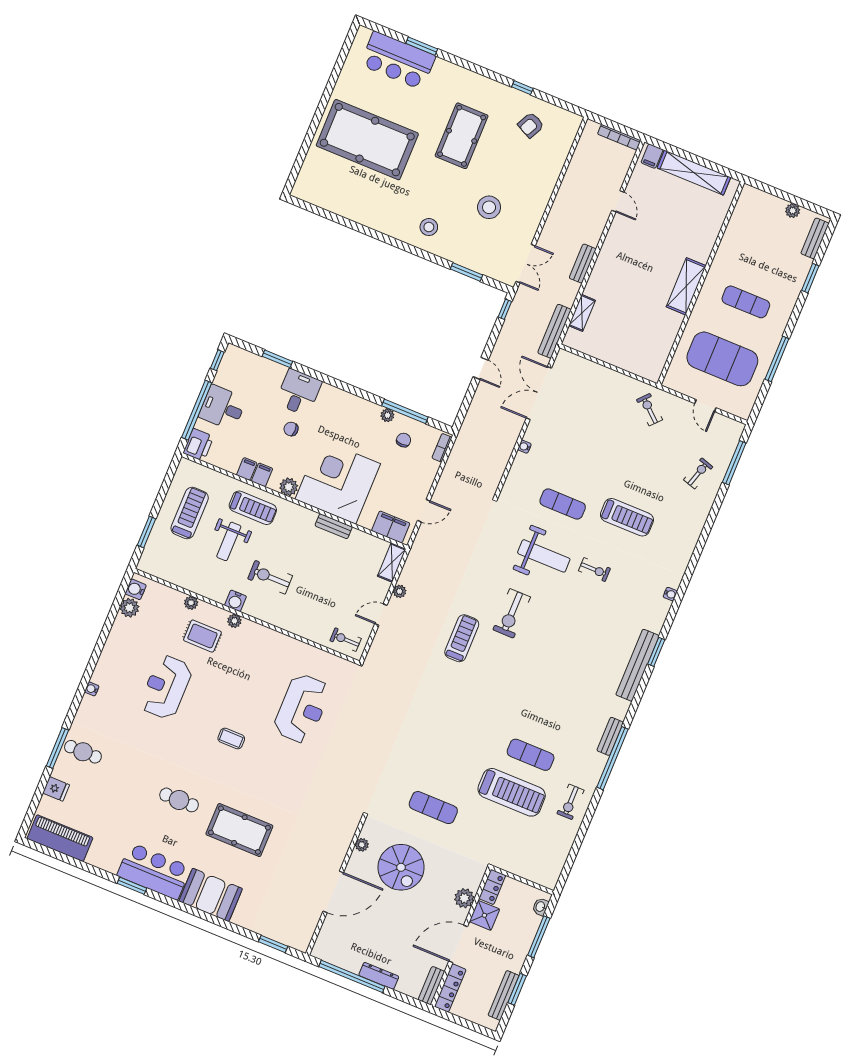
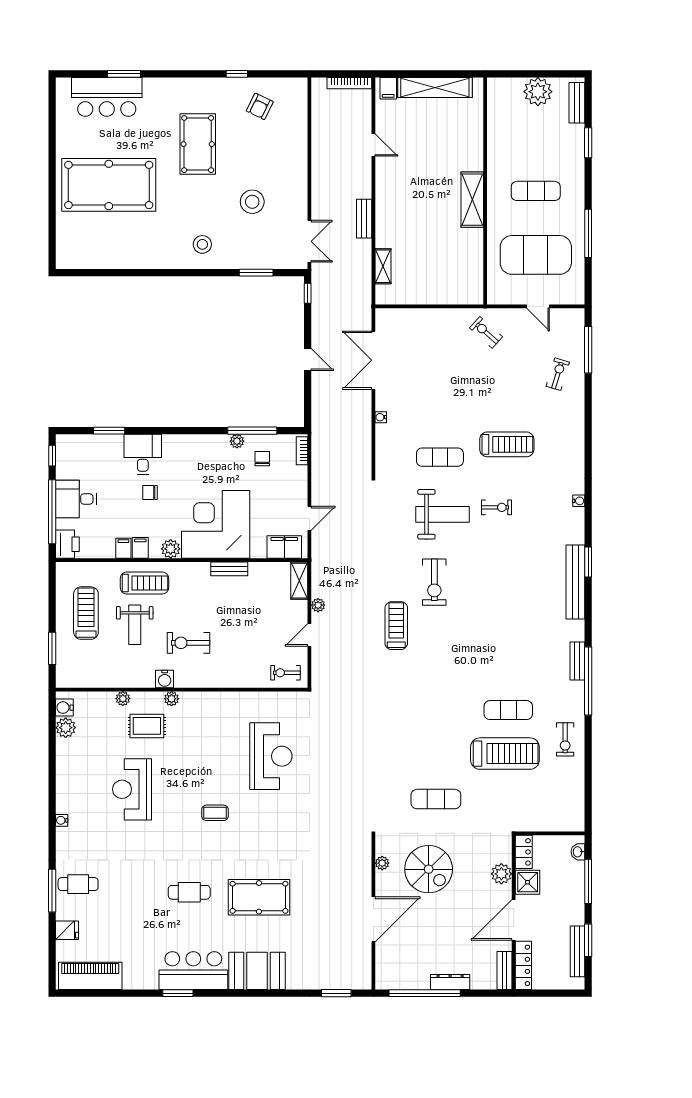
plant: (793, 211) -> (538, 92), width x1.87, depth x1.87
bench: (554, 331) -> (364, 295), removed

